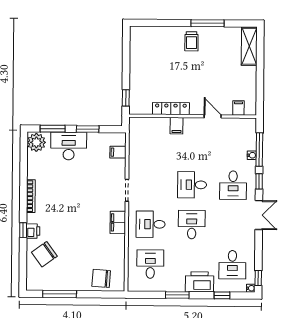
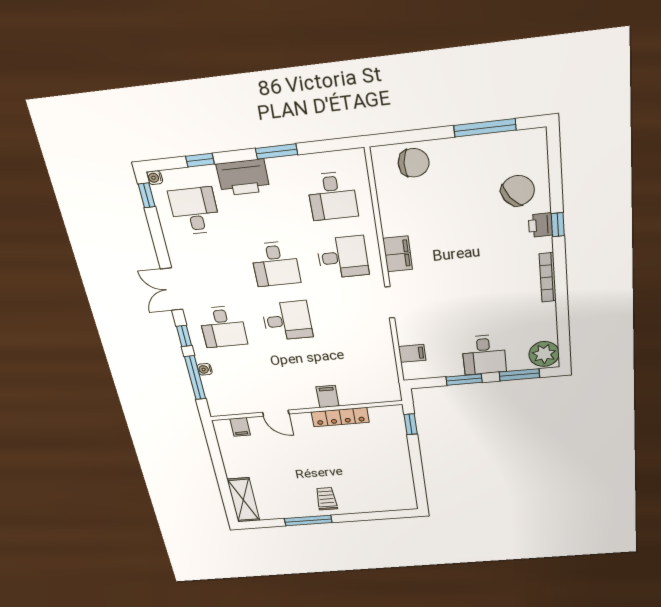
desk: (69, 146) -> (484, 355), width x0.73
desk: (233, 185) -> (223, 327), turned 180

